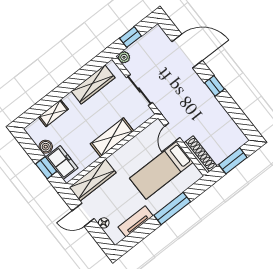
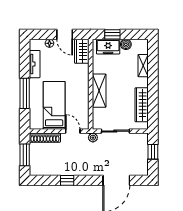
plant: (124, 57) -> (93, 138), moved
window: (215, 86) -> (67, 180), moved
wardrobe: (93, 180) -> (82, 51), width x0.67
door: (83, 215) -> (65, 34), swing flipped

